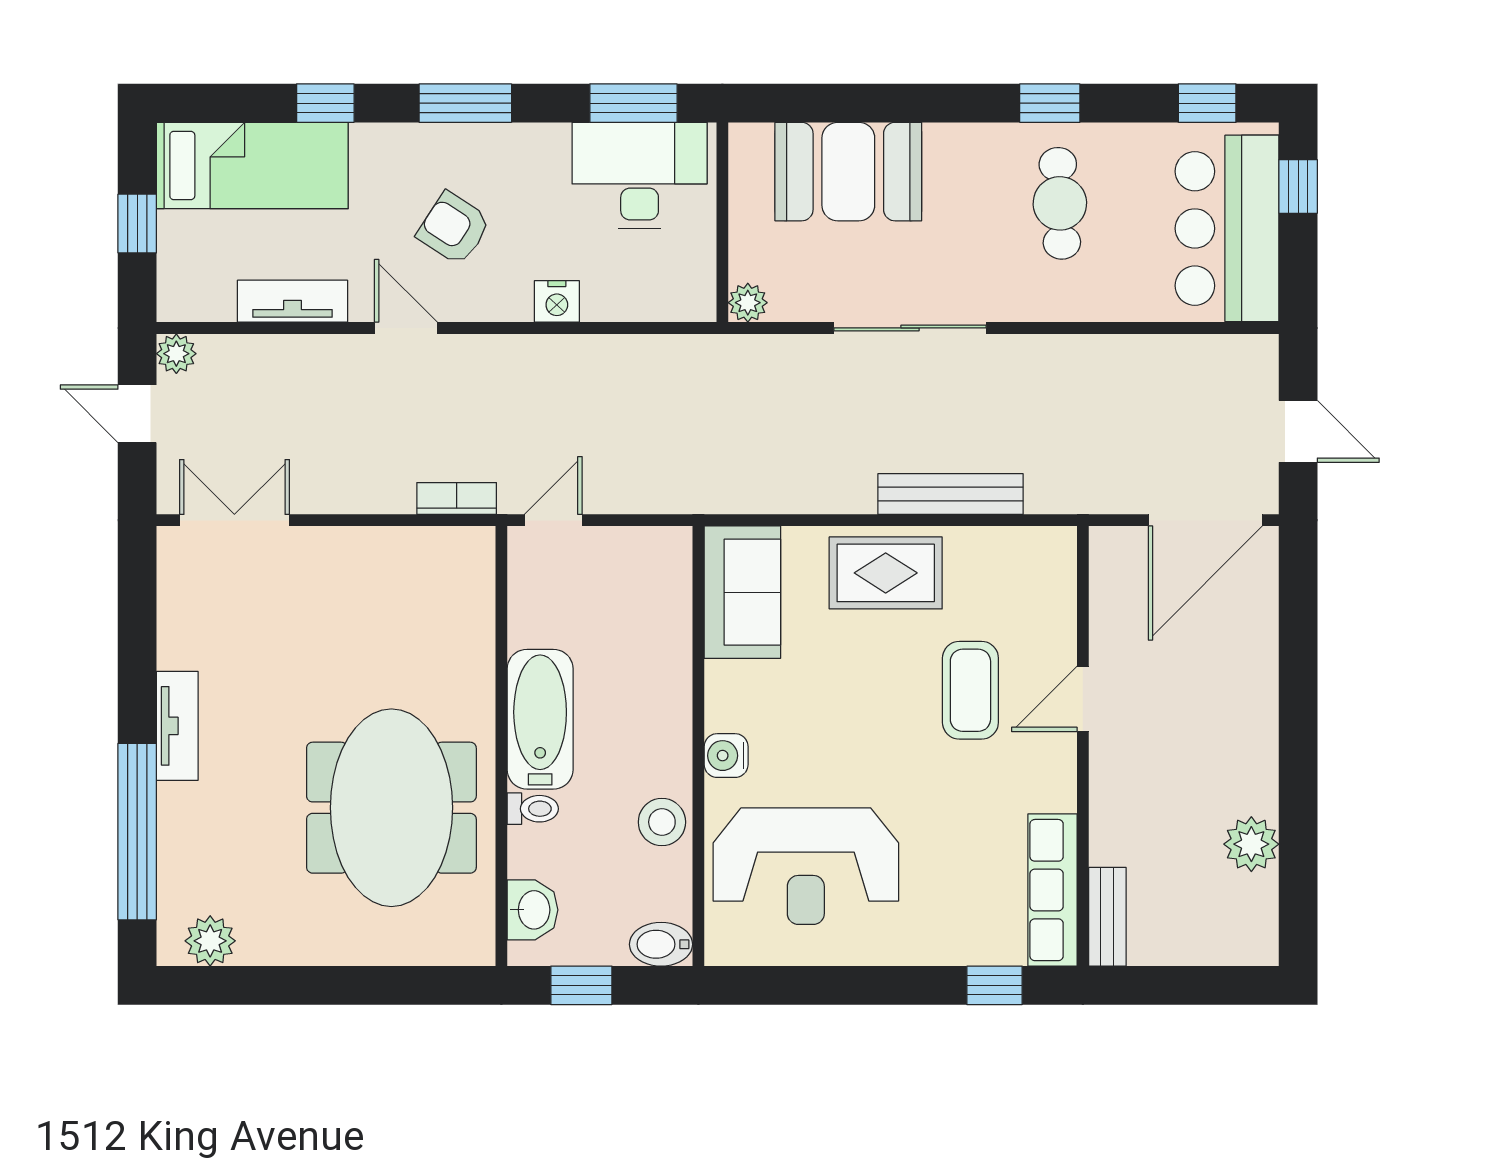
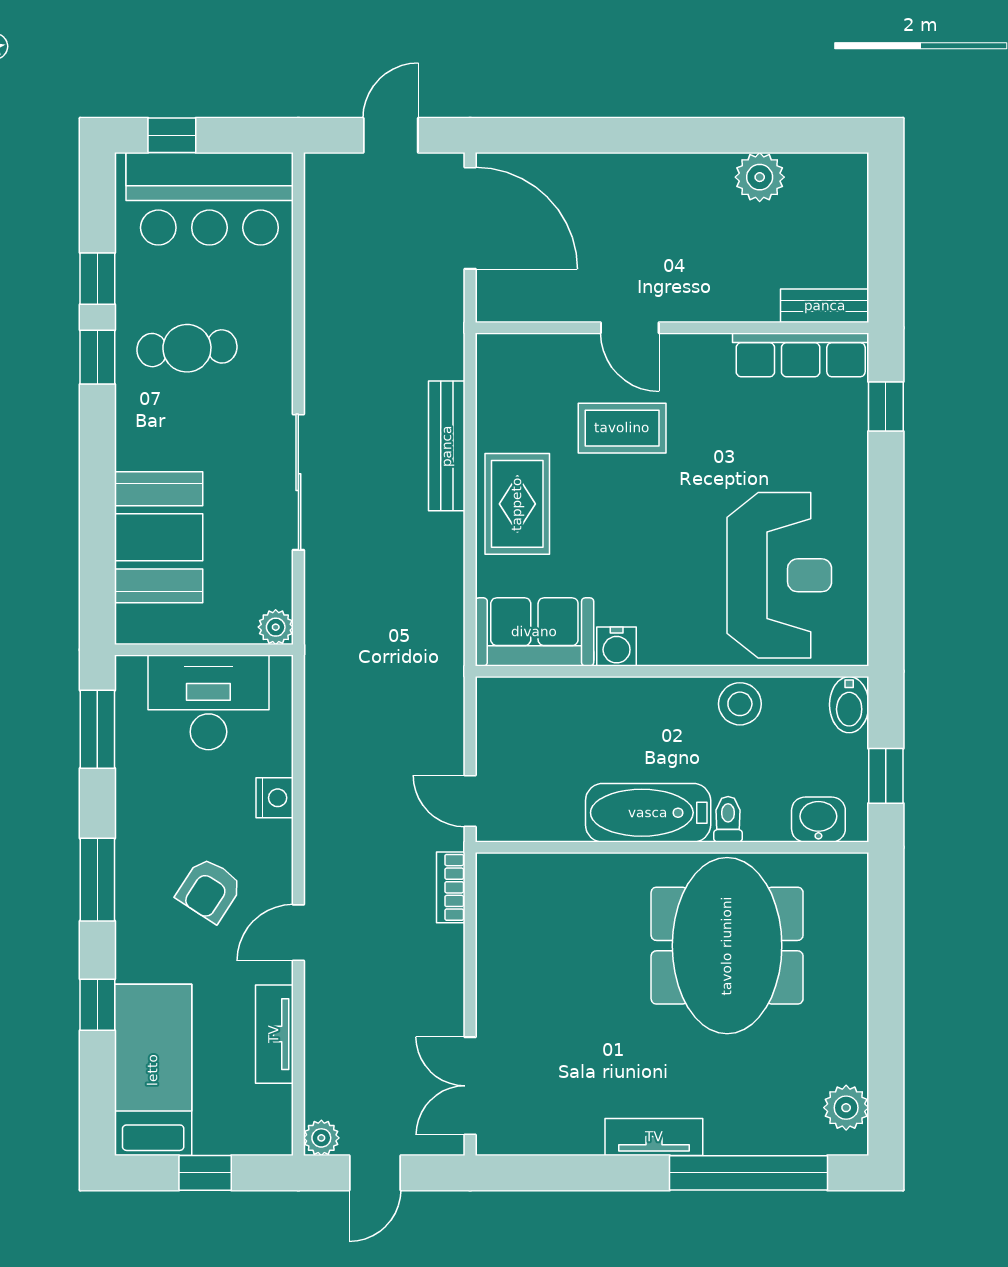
window: (1207, 103) -> (97, 279), moved
desk: (640, 175) -> (208, 702), moved, turned 90
water cooler: (726, 756) -> (617, 647), moved
meeting table: (391, 808) -> (727, 946), turned 90

